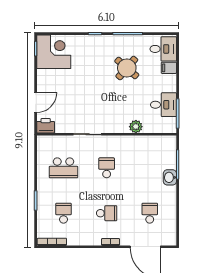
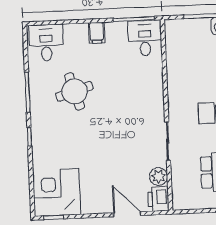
round table: (127, 68) -> (74, 91), turned 32
filing cabinet: (169, 68) -> (97, 33), moved
desk: (163, 105) -> (145, 38), moved
plant: (136, 127) -> (159, 177), moved

